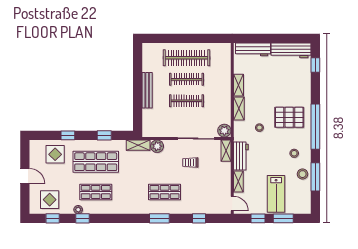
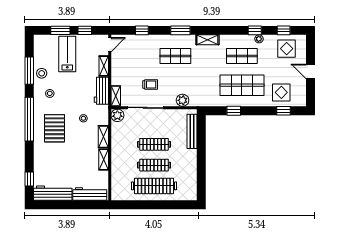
bench: (147, 90) -> (192, 131), moved
pallet: (289, 117) -> (55, 128), turned 90
window: (68, 135) -> (284, 111), moved
shelving: (138, 145) -> (207, 40), moved
door: (232, 204) -> (110, 45), swing flipped

